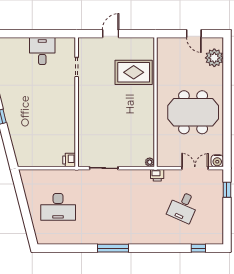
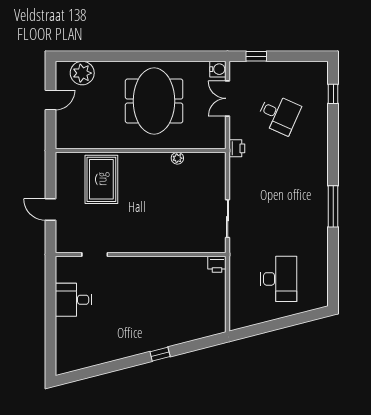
plant: (150, 162) -> (177, 158), moved

